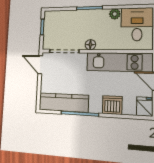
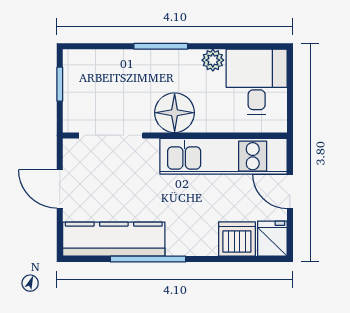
floor lamp: (90, 45) -> (175, 113), width x1.89, depth x1.89
door: (40, 65) -> (60, 189), moved
dishwasher: (112, 105) -> (237, 239), moved

